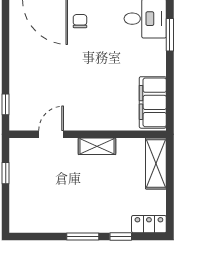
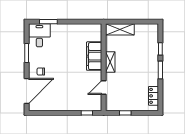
filing cabinet: (153, 102) -> (94, 56), moved, turned 90
door: (51, 134) -> (104, 88), hinge flipped
locker: (149, 224) -> (153, 96), moved

